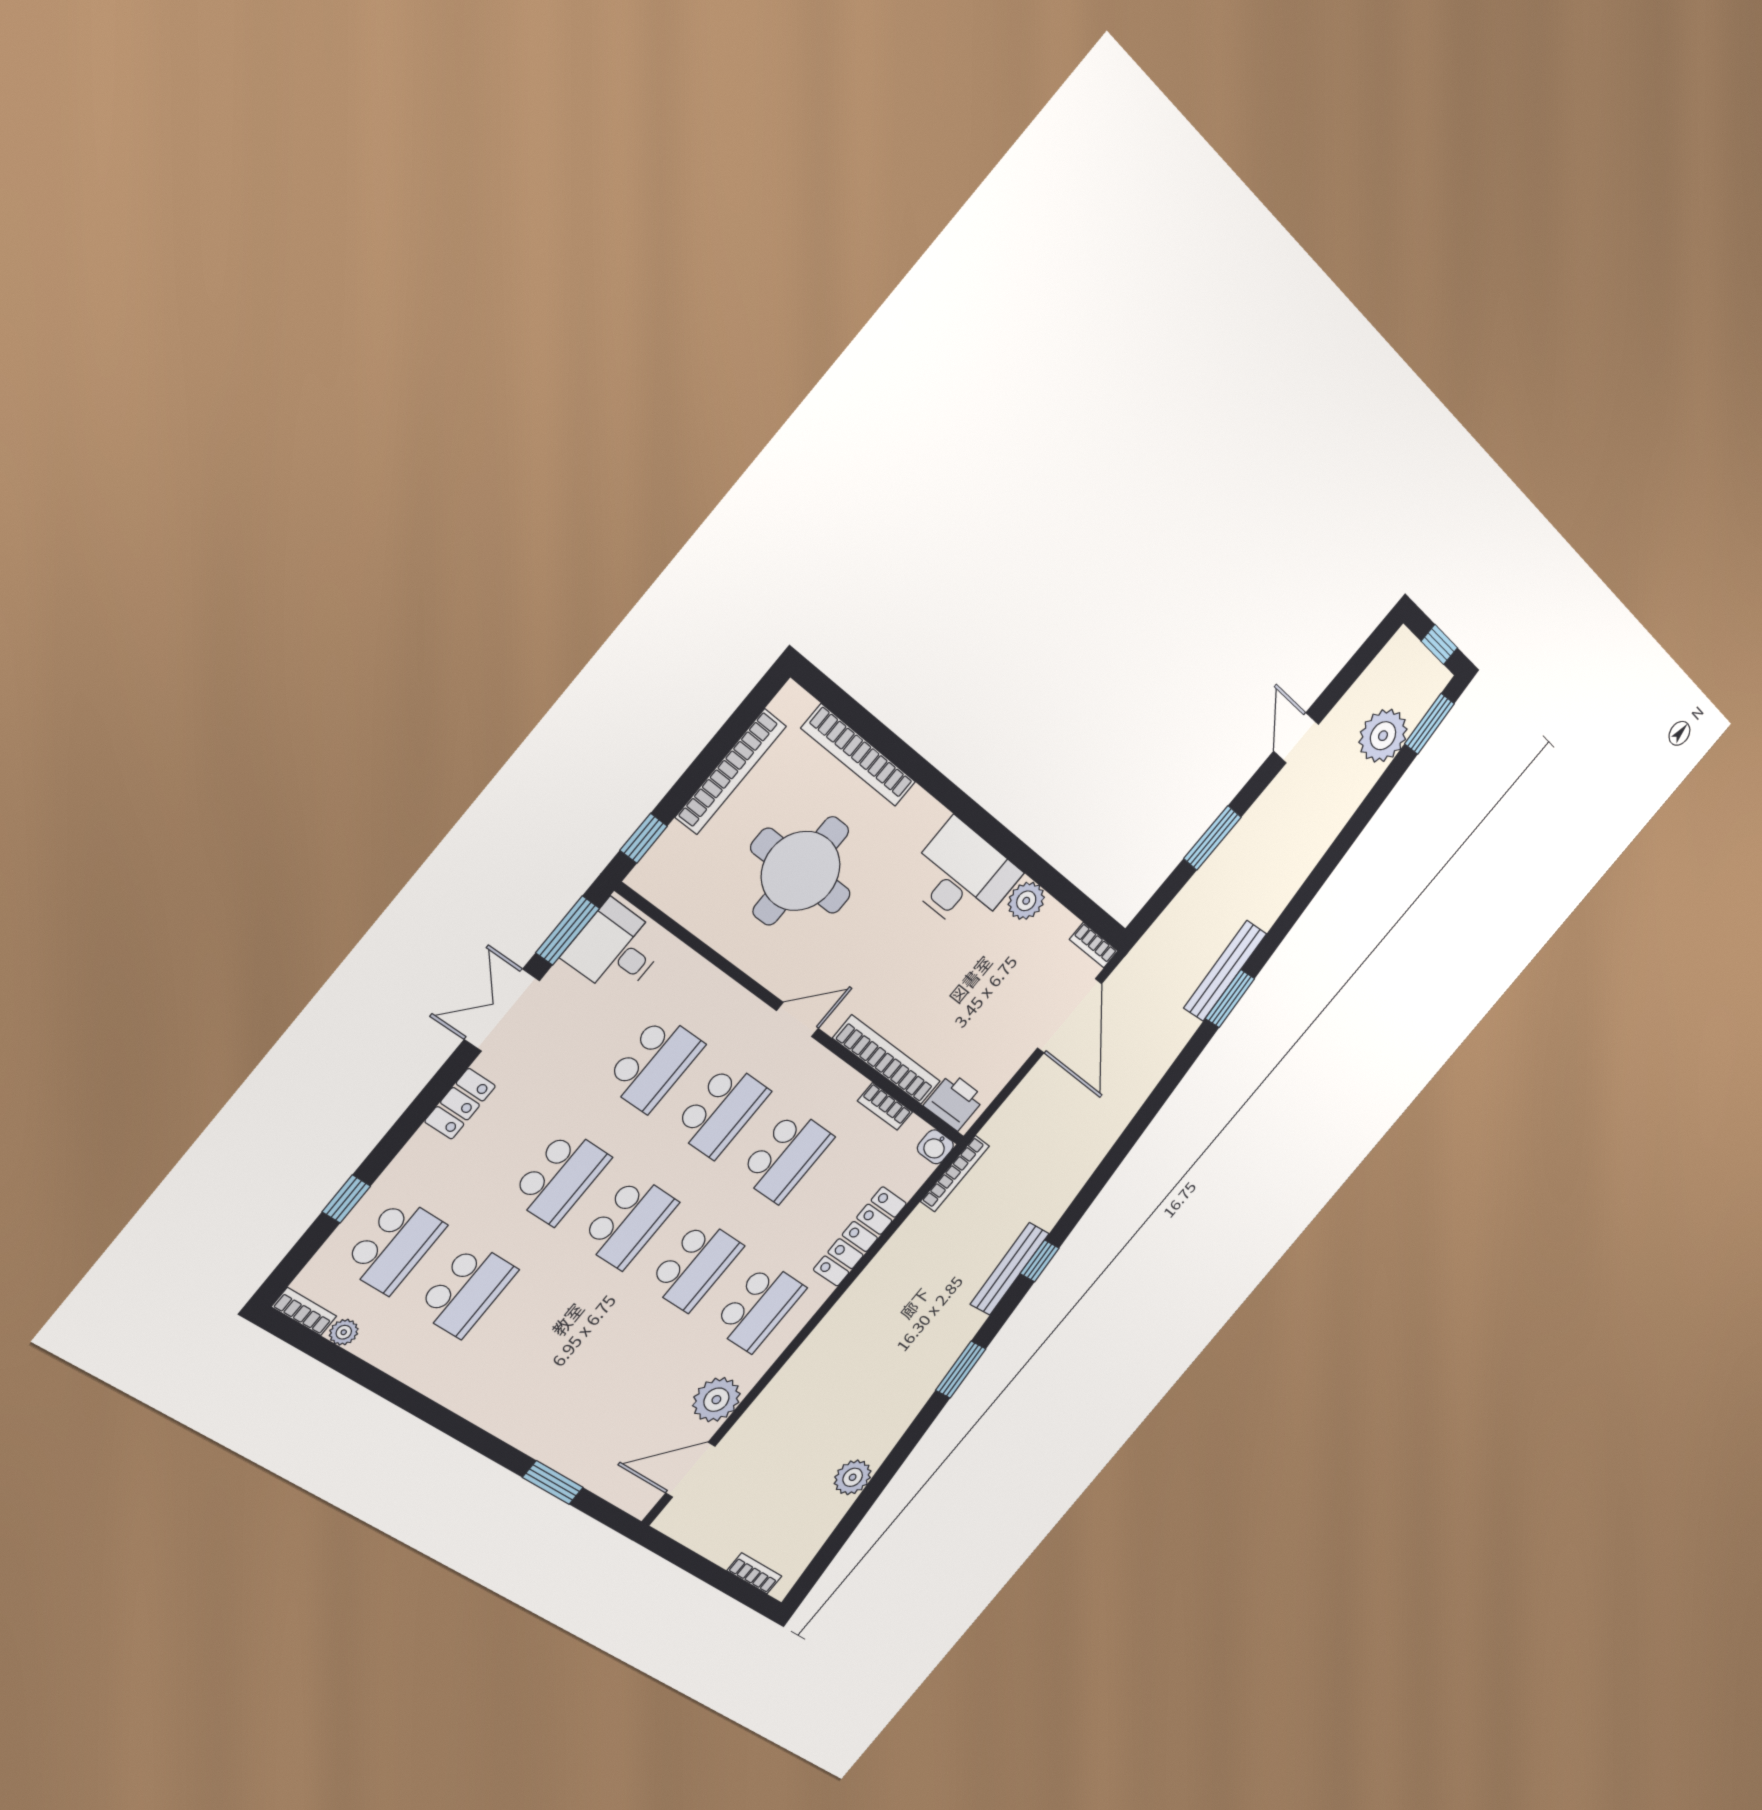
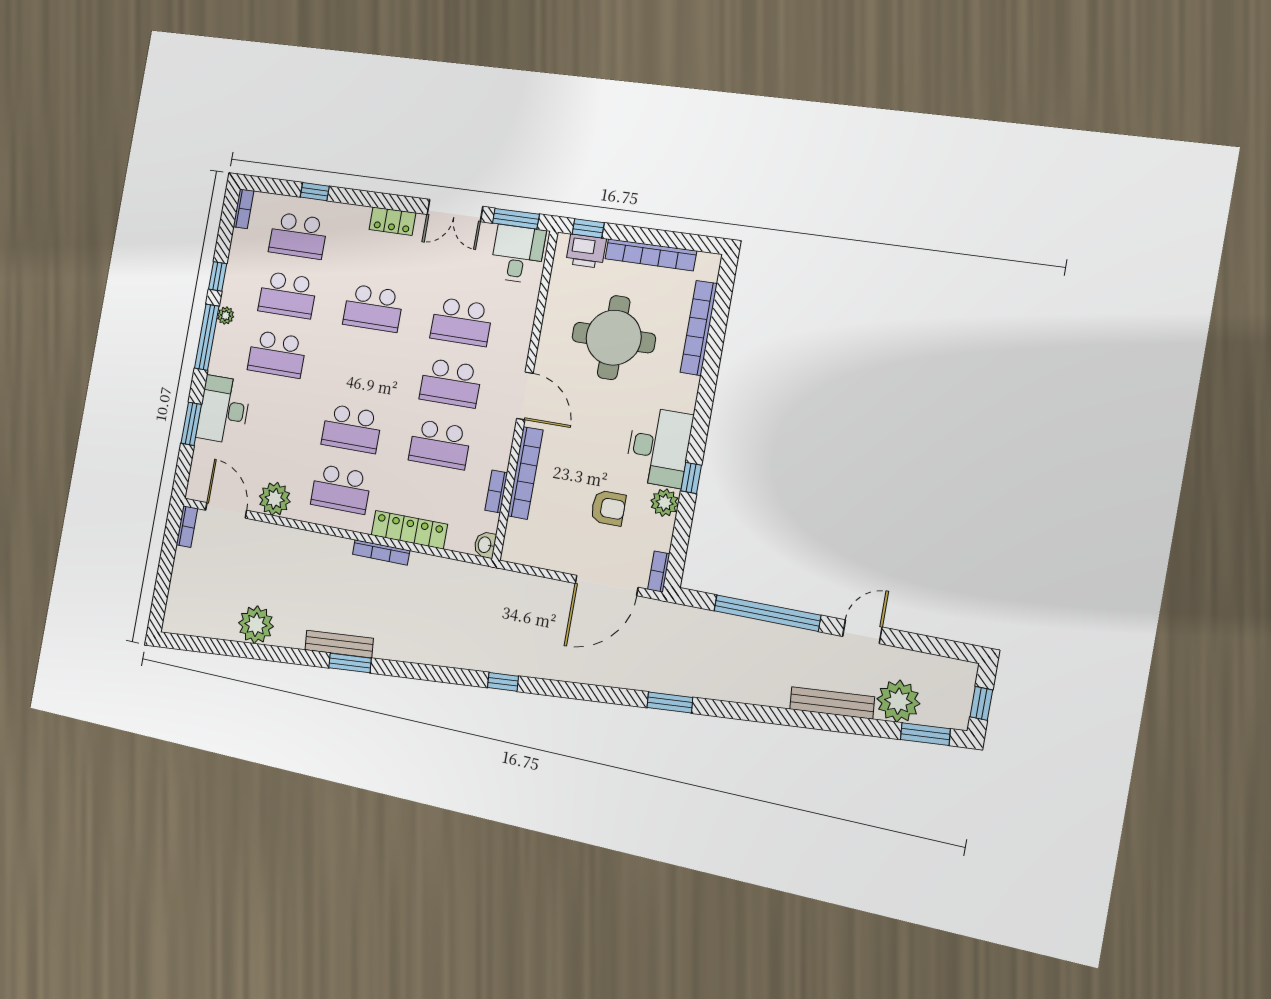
window: (1212, 838) -> (767, 613), width x2.11
window: (1020, 854) -> (691, 478), added
bench: (1225, 971) -> (832, 703), moved
armchair: (989, 974) -> (608, 508), added
double door: (502, 1010) -> (455, 210), swing flipped
door: (798, 1020) -> (525, 396), width x1.38
printer: (954, 1102) -> (586, 251), moved, turned 90
bookcase: (955, 1174) -> (381, 552), moved
school desk: (629, 1222) -> (277, 354), moved
window: (1040, 1261) -> (503, 682), moved
bench: (1010, 1269) -> (339, 644), moved
plant: (344, 1332) -> (226, 316), moved
window: (377, 1381) -> (218, 276), added
window: (451, 1424) -> (207, 337), added
desk: (563, 1432) -> (224, 410), added
plant: (853, 1477) -> (256, 625), width x1.36, depth x1.36
bookcase: (754, 1573) -> (187, 527), moved

